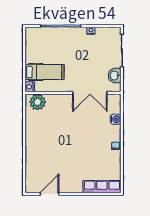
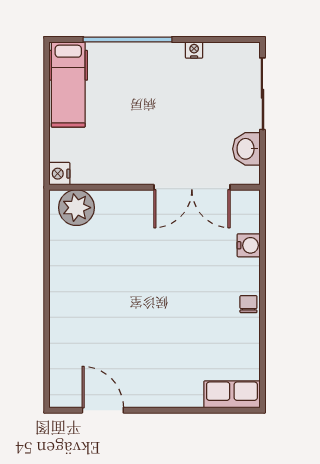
hospital bed: (44, 72) -> (68, 84), moved, turned 90
row of seats: (102, 187) -> (232, 394), width x0.68
door: (50, 194) -> (103, 410), hinge flipped

